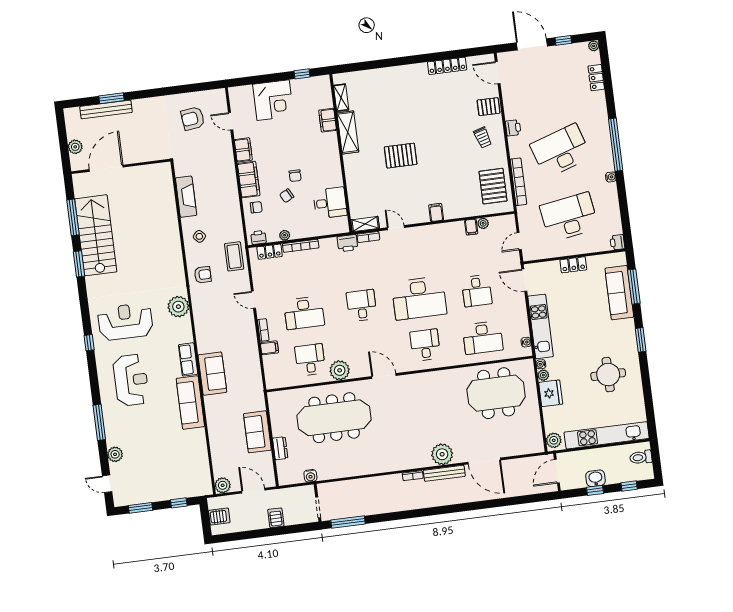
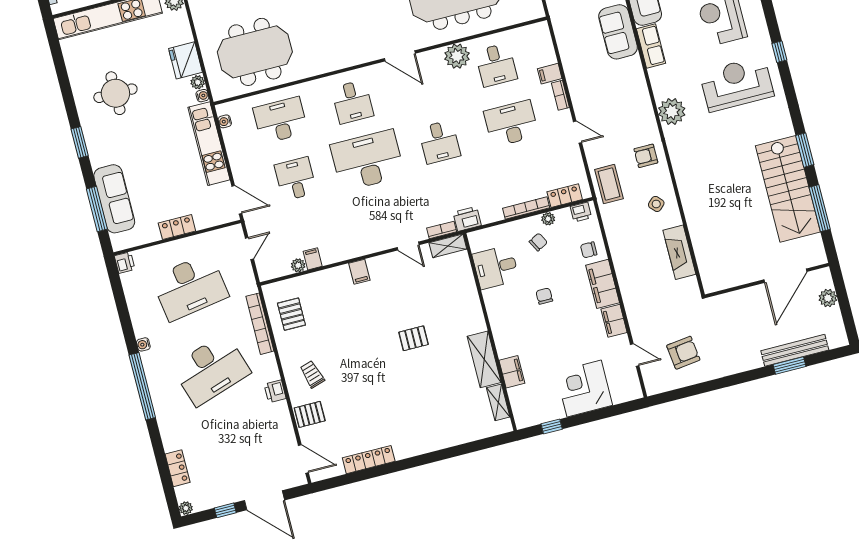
pallet: (401, 156) -> (414, 338), width x0.67, depth x0.71
pallet: (493, 186) -> (291, 314), width x0.67, depth x0.71
chair: (287, 196) -> (538, 242), moved
reception desk: (125, 322) -> (737, 84), turned 180

